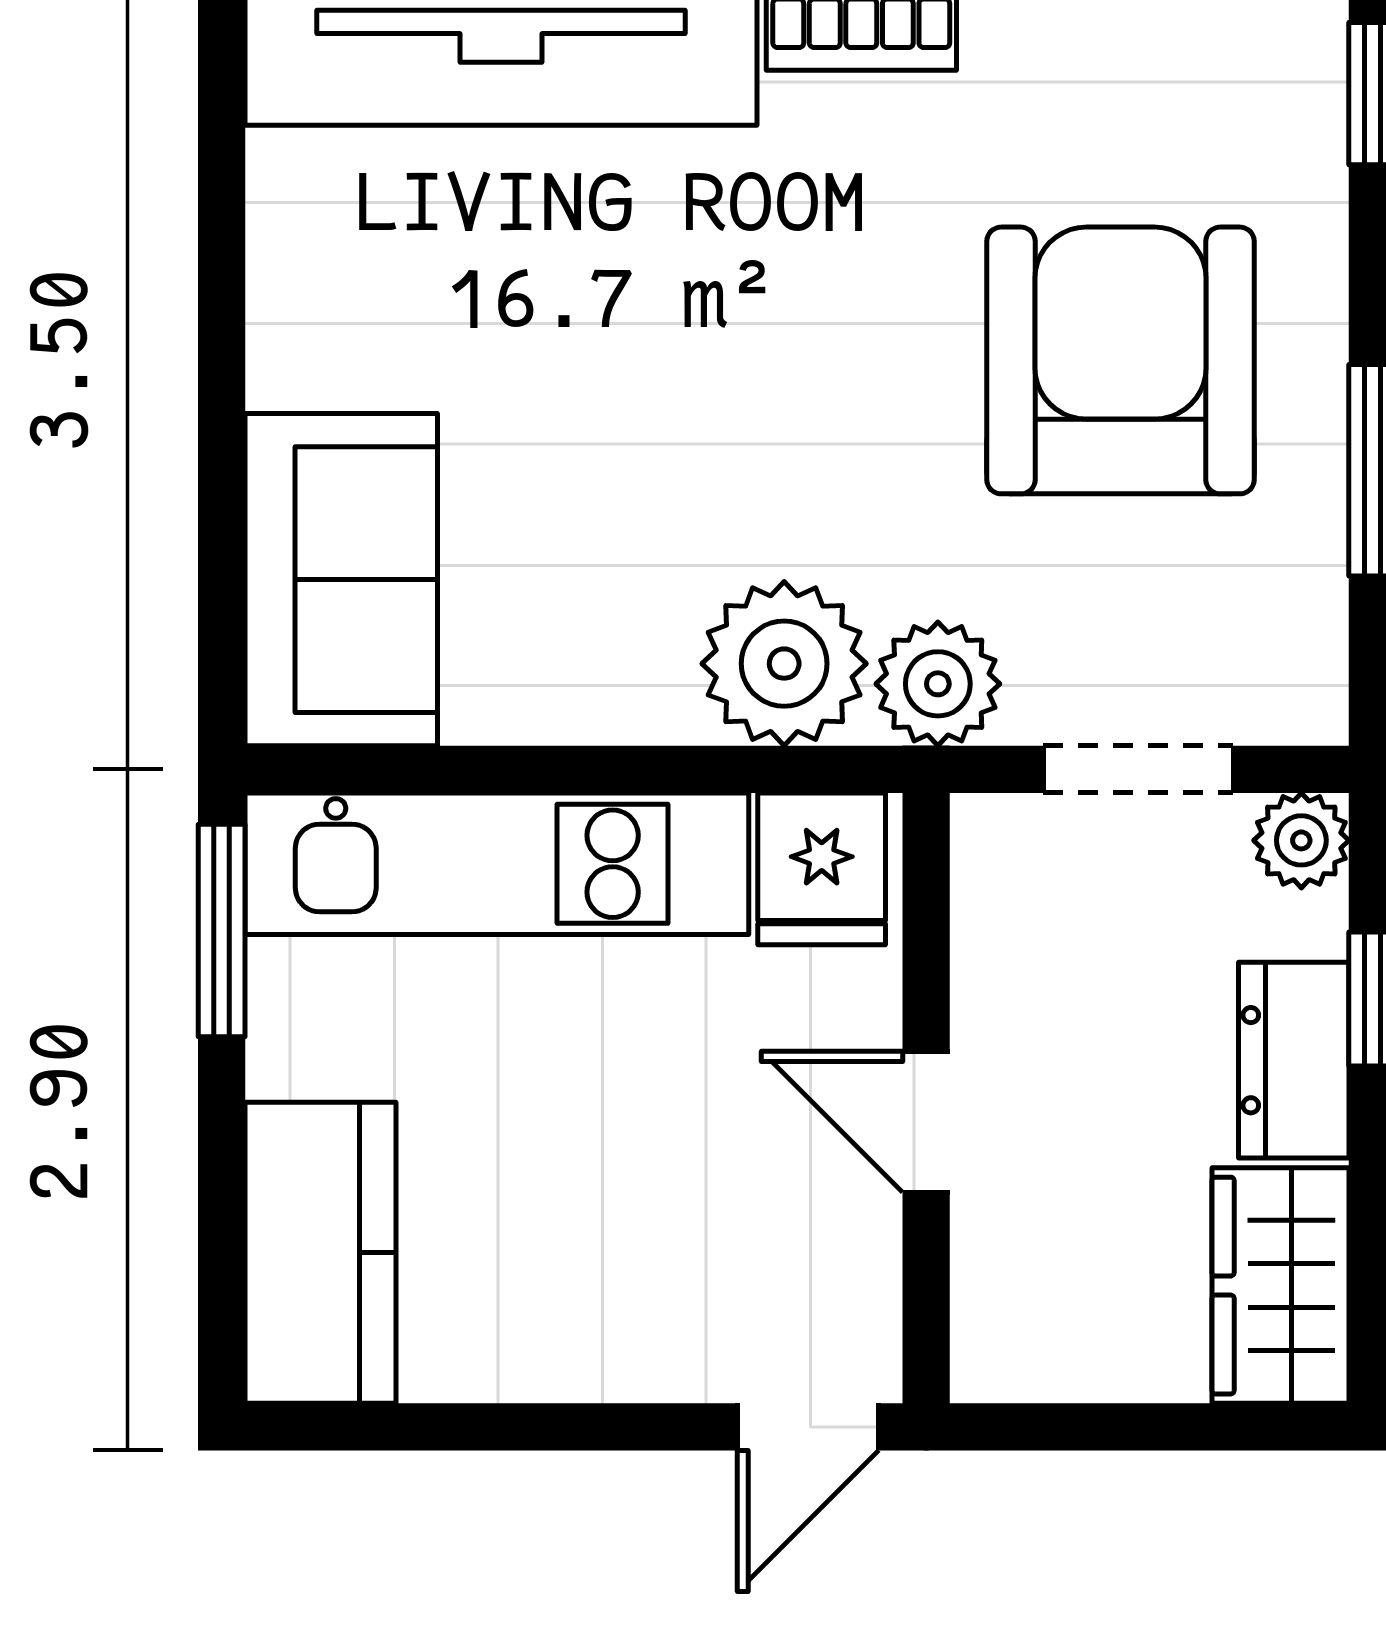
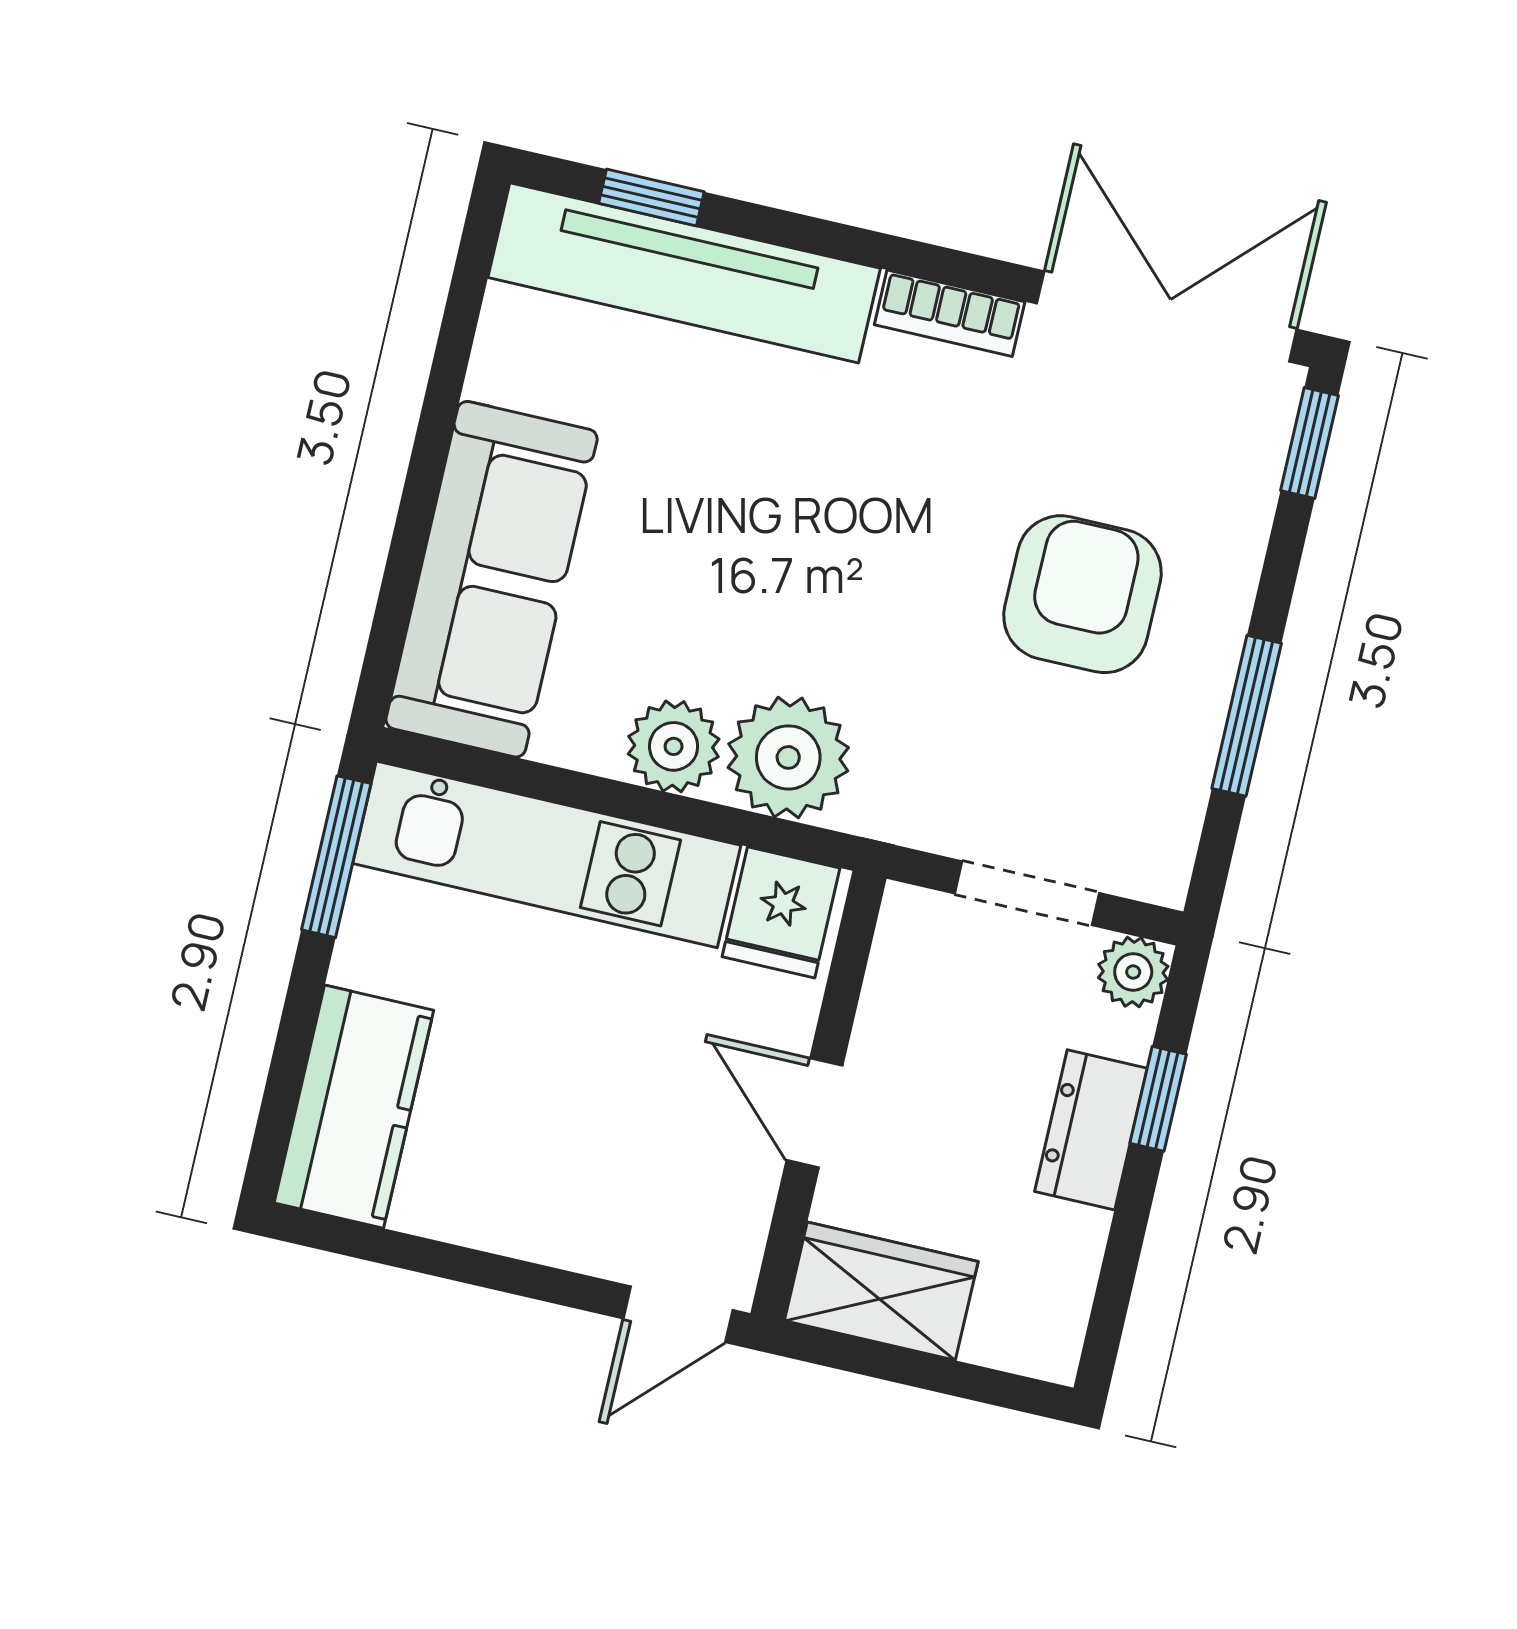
armchair: (1121, 360) -> (1082, 594), width x0.73, depth x0.73
sofa: (341, 580) -> (492, 579), width x1.36
plant: (938, 684) -> (674, 746), moved
wardrobe: (1281, 1286) -> (881, 1291), moved, turned 90

